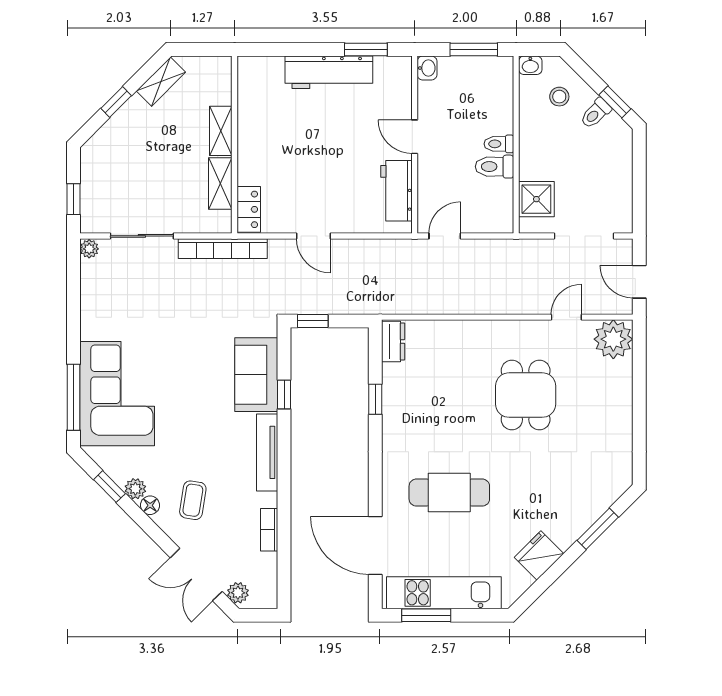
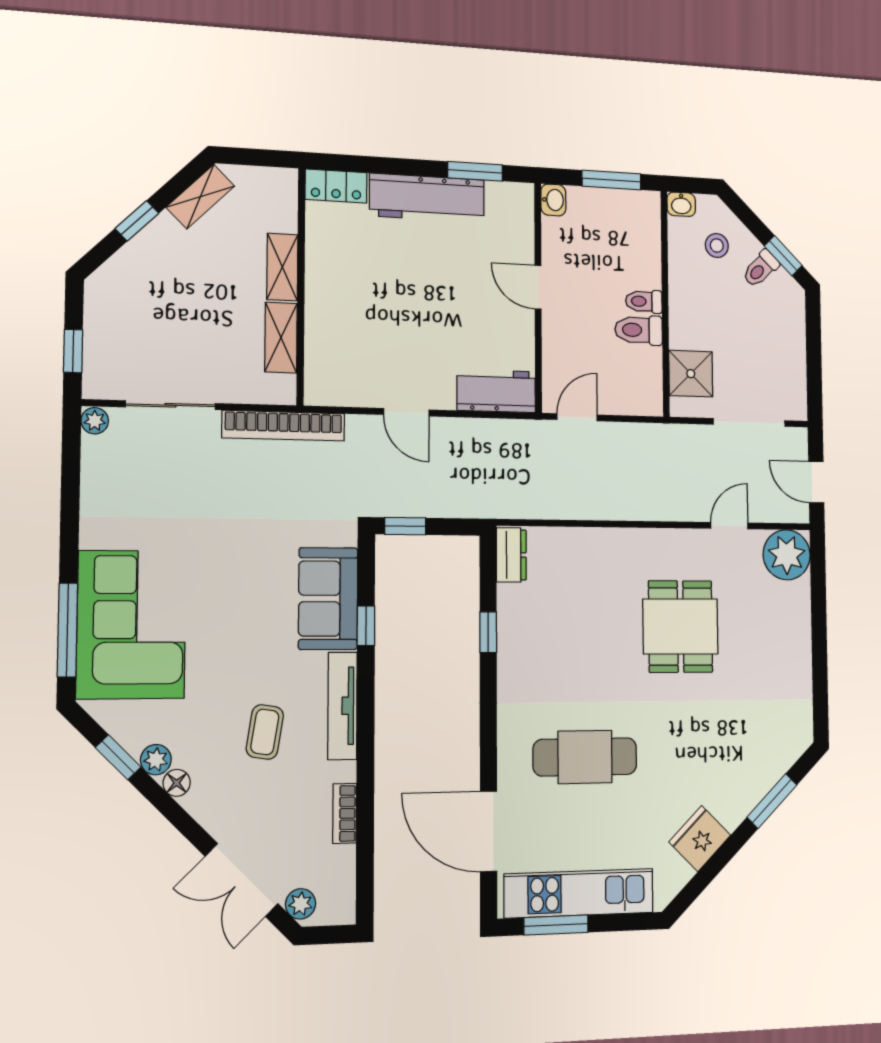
workbench: (396, 191) -> (496, 391), moved, turned 90
locker: (249, 209) -> (336, 186), moved, turned 90
coffee table: (193, 500) -> (265, 732), moved

